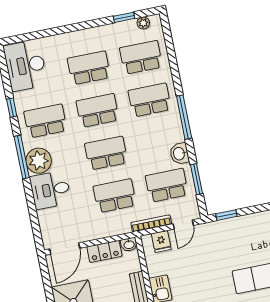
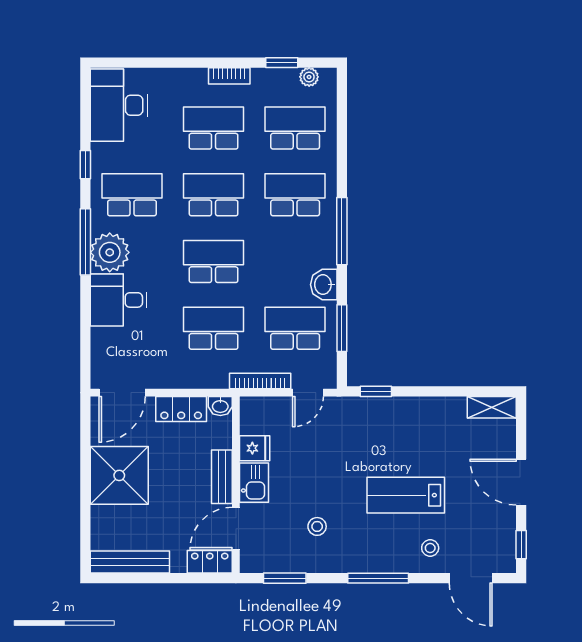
bookcase: (92, 33) -> (229, 76), added
fridge: (161, 241) -> (255, 448), moved, turned -90

